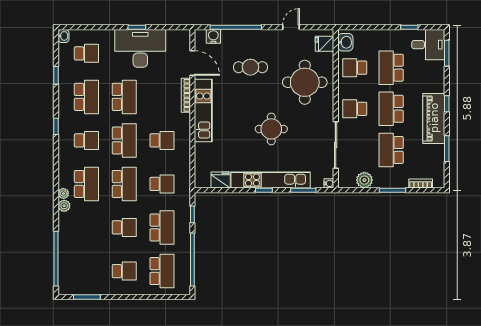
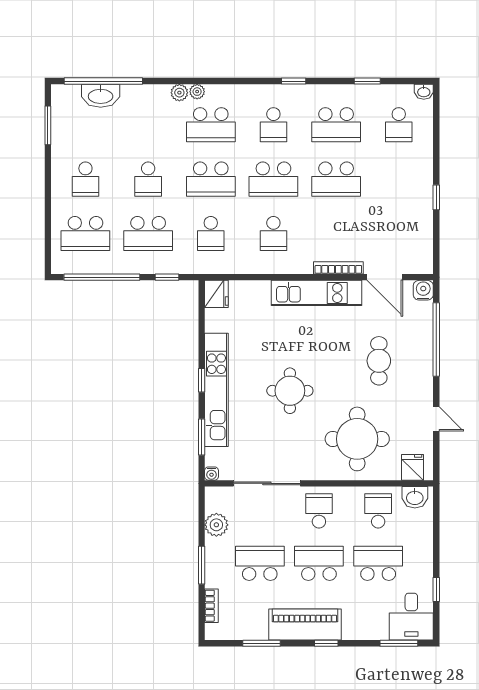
water cooler: (213, 36) -> (423, 290), moved, turned -90
desk: (140, 48) -> (406, 202), removed
door: (192, 63) -> (385, 277), hinge flipped
fridge: (221, 180) -> (216, 294), moved
washbasin: (66, 261) -> (101, 96), added

